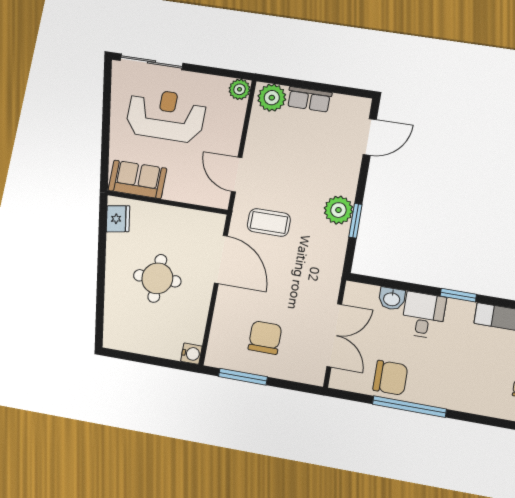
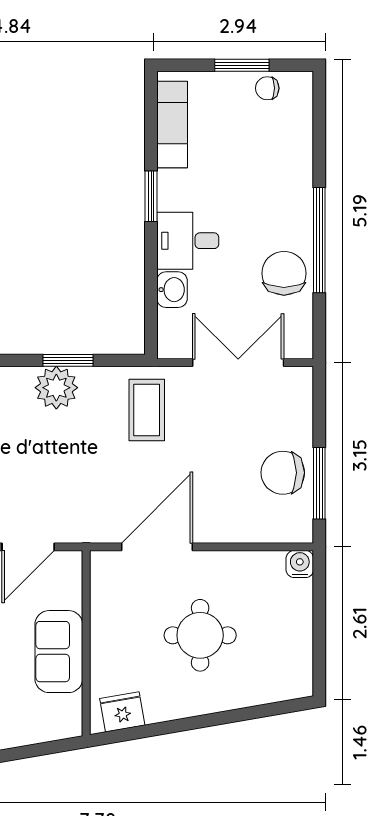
sofa: (137, 179) -> (59, 652), moved
coffee table: (269, 222) -> (147, 410), moved
chair: (265, 337) -> (283, 473), moved

